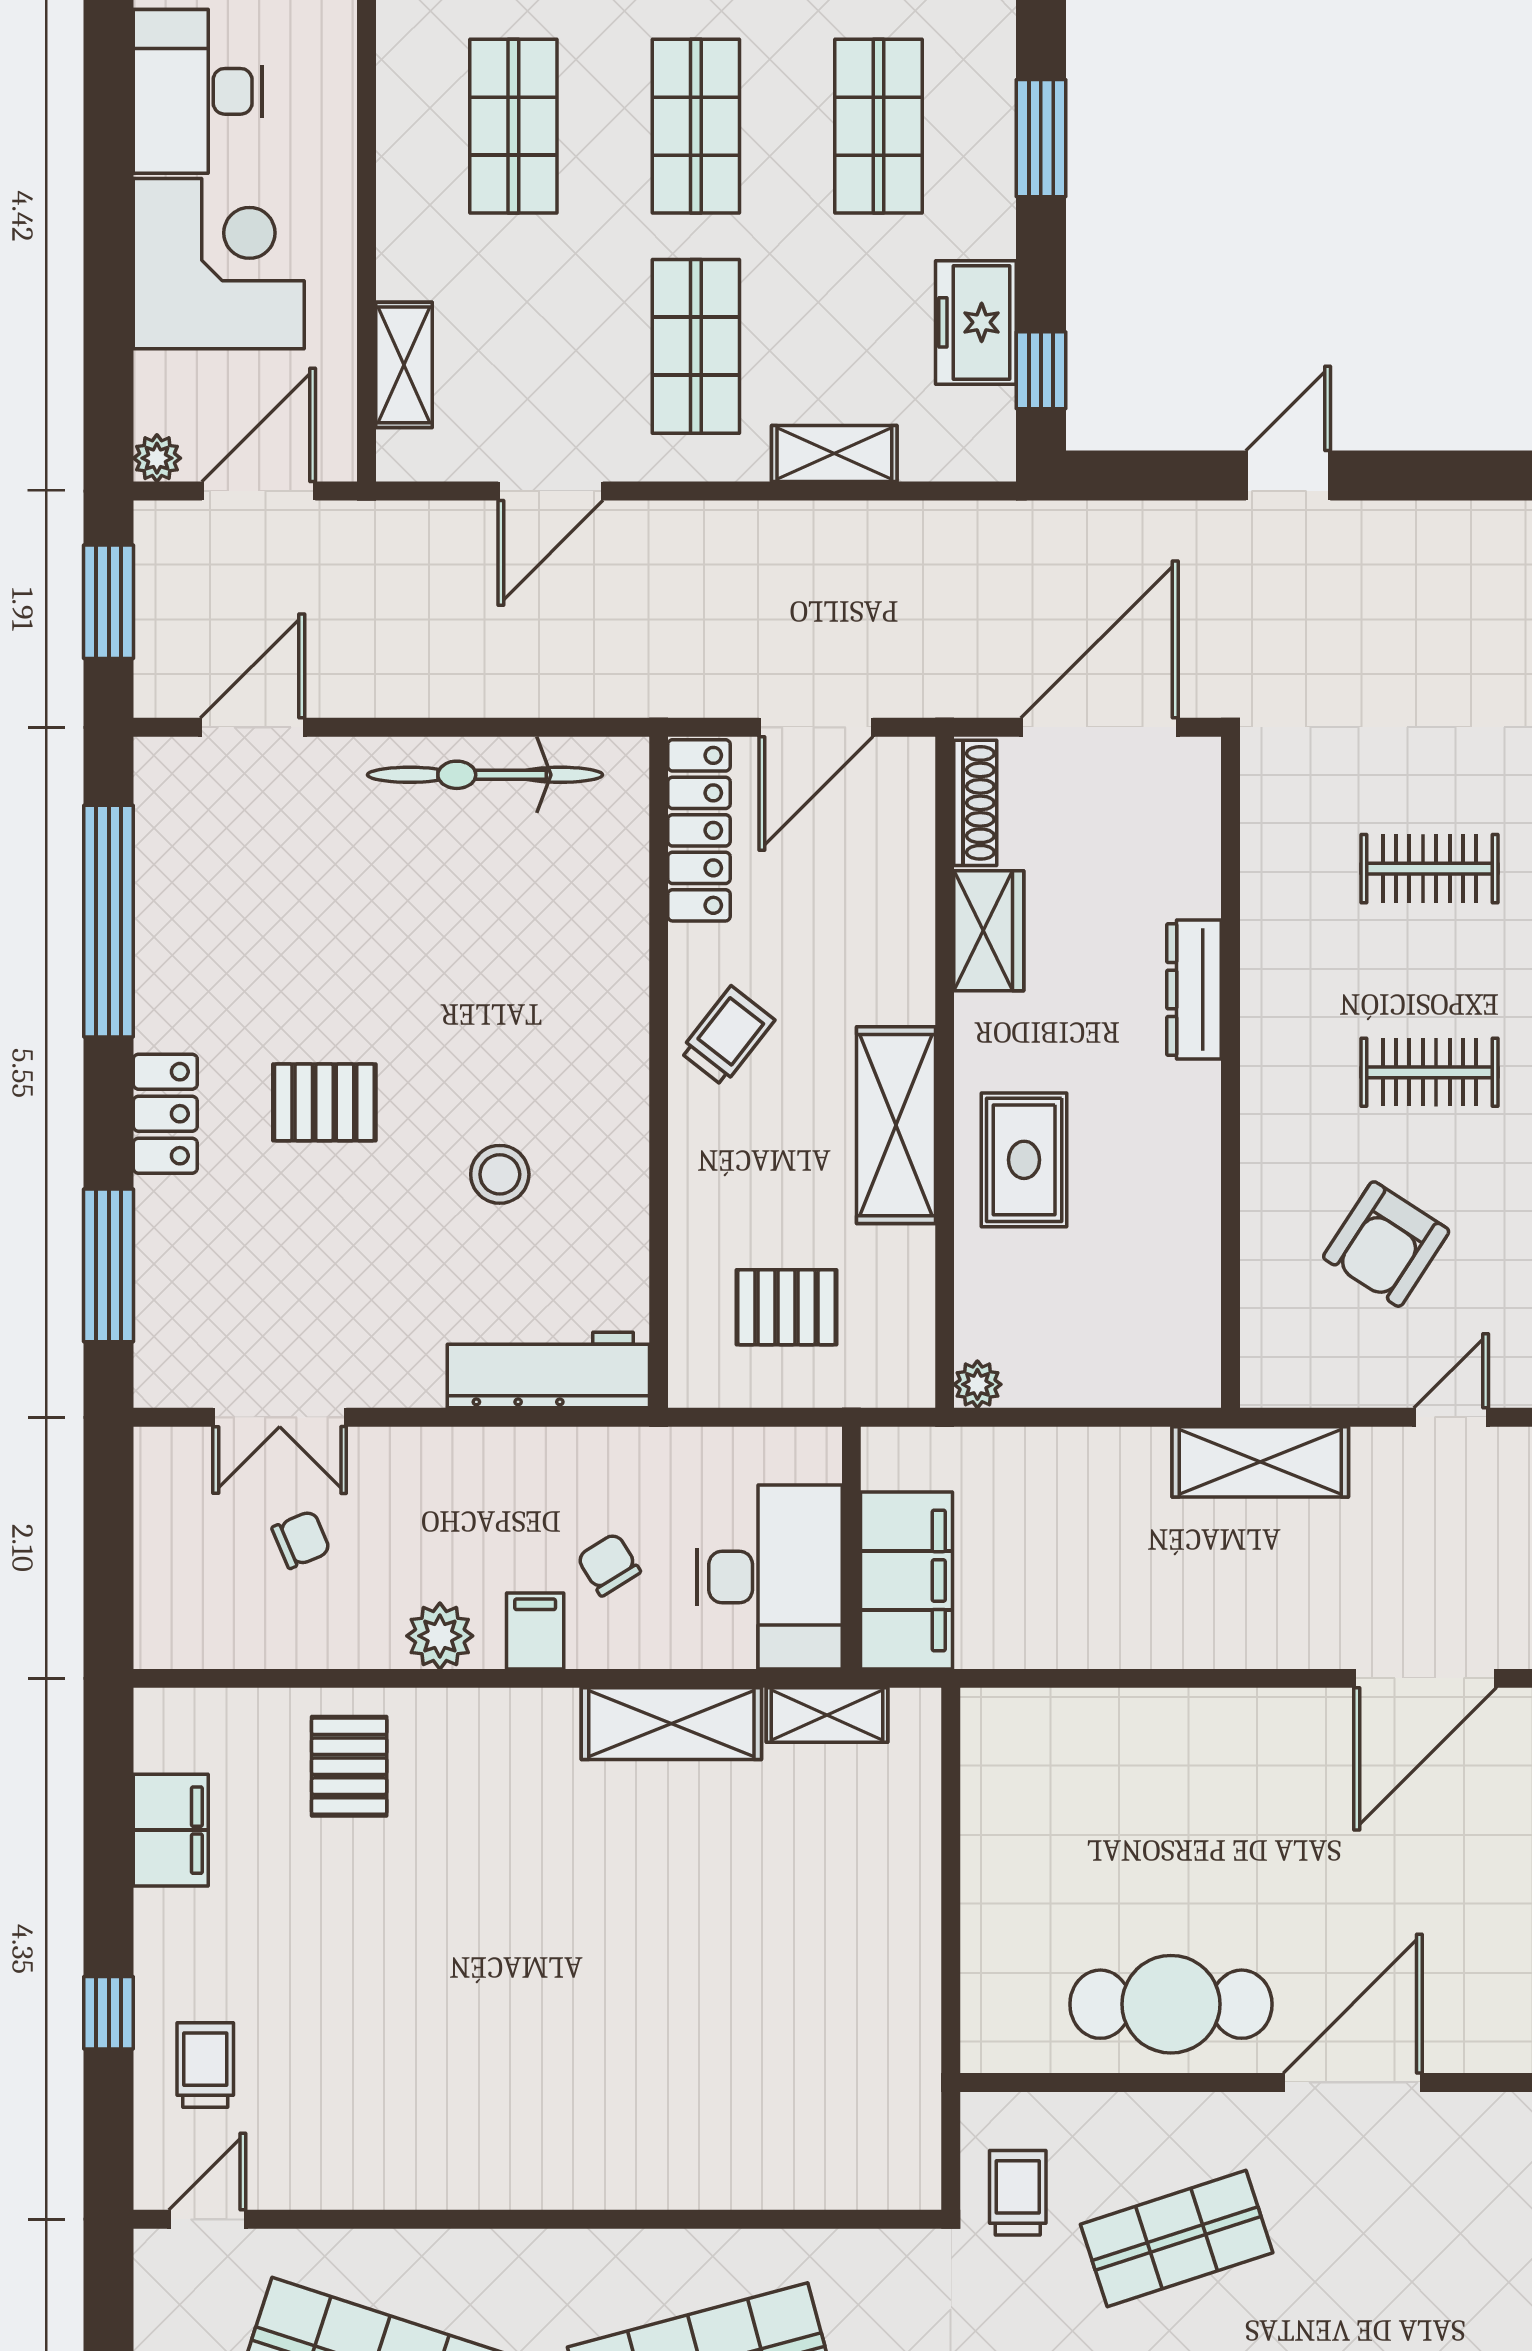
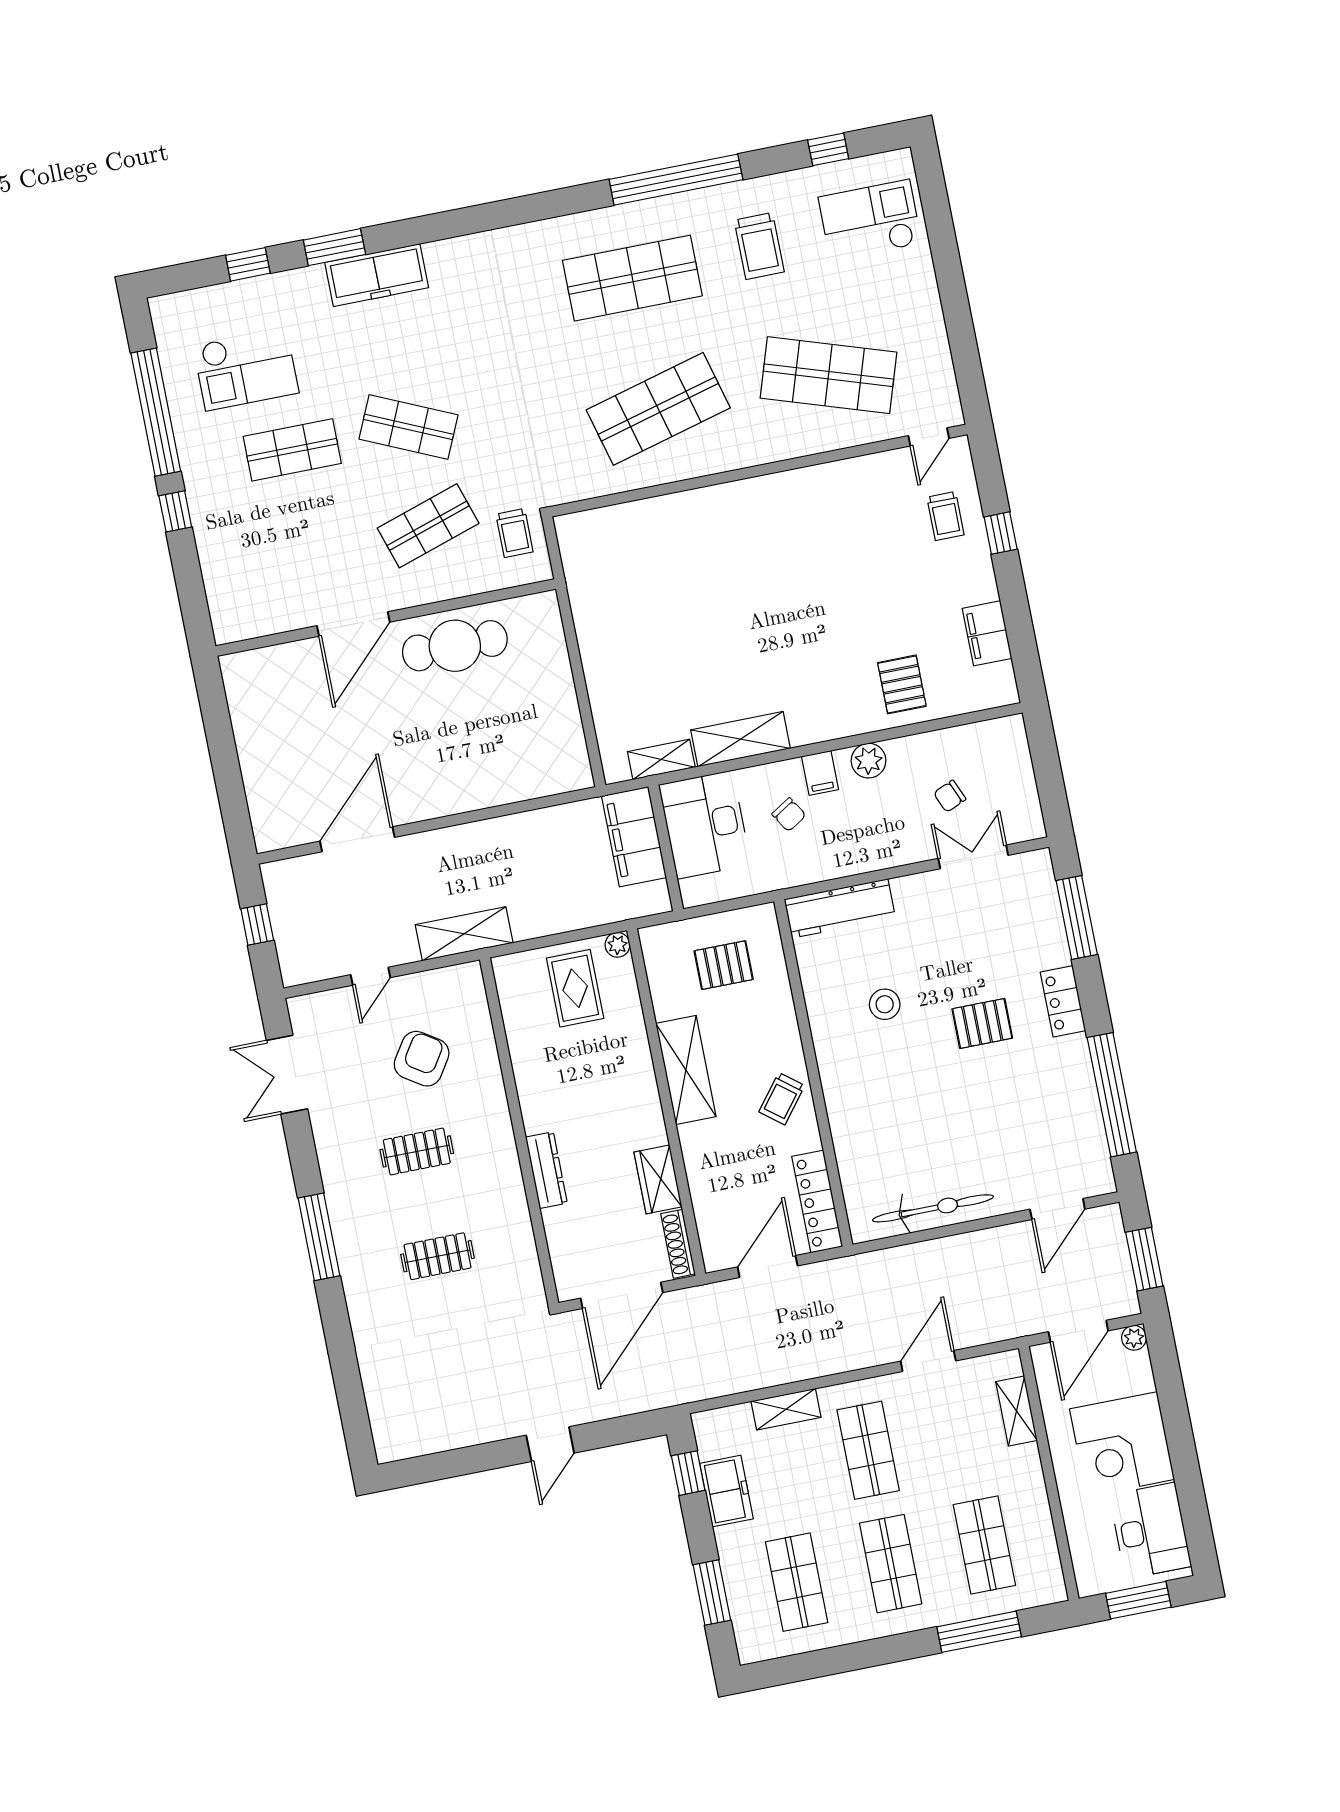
rug: (1024, 1160) -> (575, 988), moved

